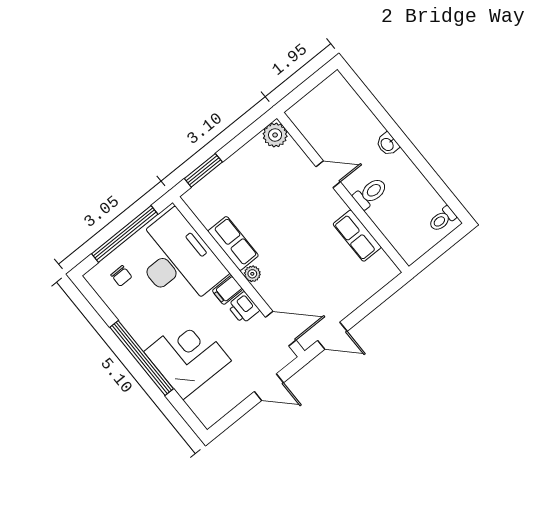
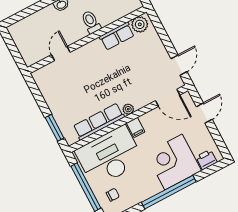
plant: (275, 135) -> (140, 24), moved
door: (328, 174) -> (61, 54), moved
row of seats: (233, 243) -> (99, 122), width x1.48
printer: (243, 308) -> (206, 160), moved, turned 180
door: (281, 329) -> (168, 98), swing flipped

